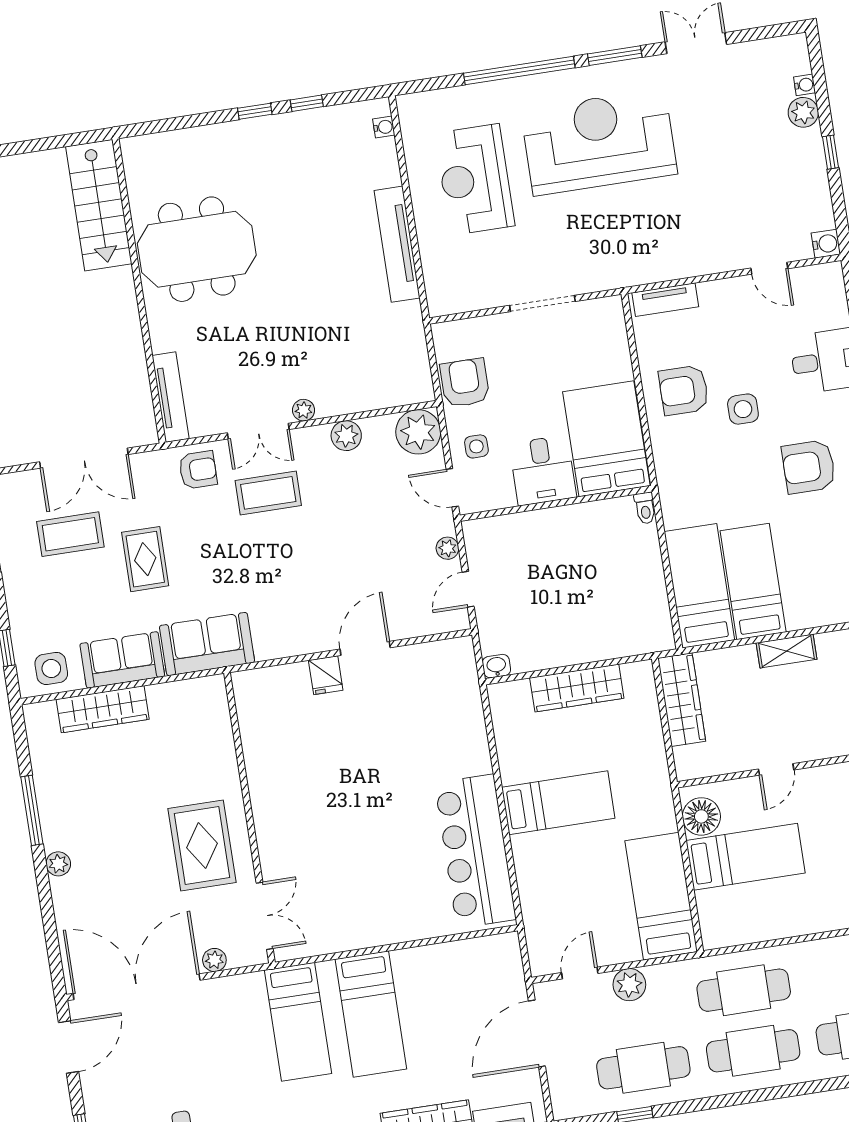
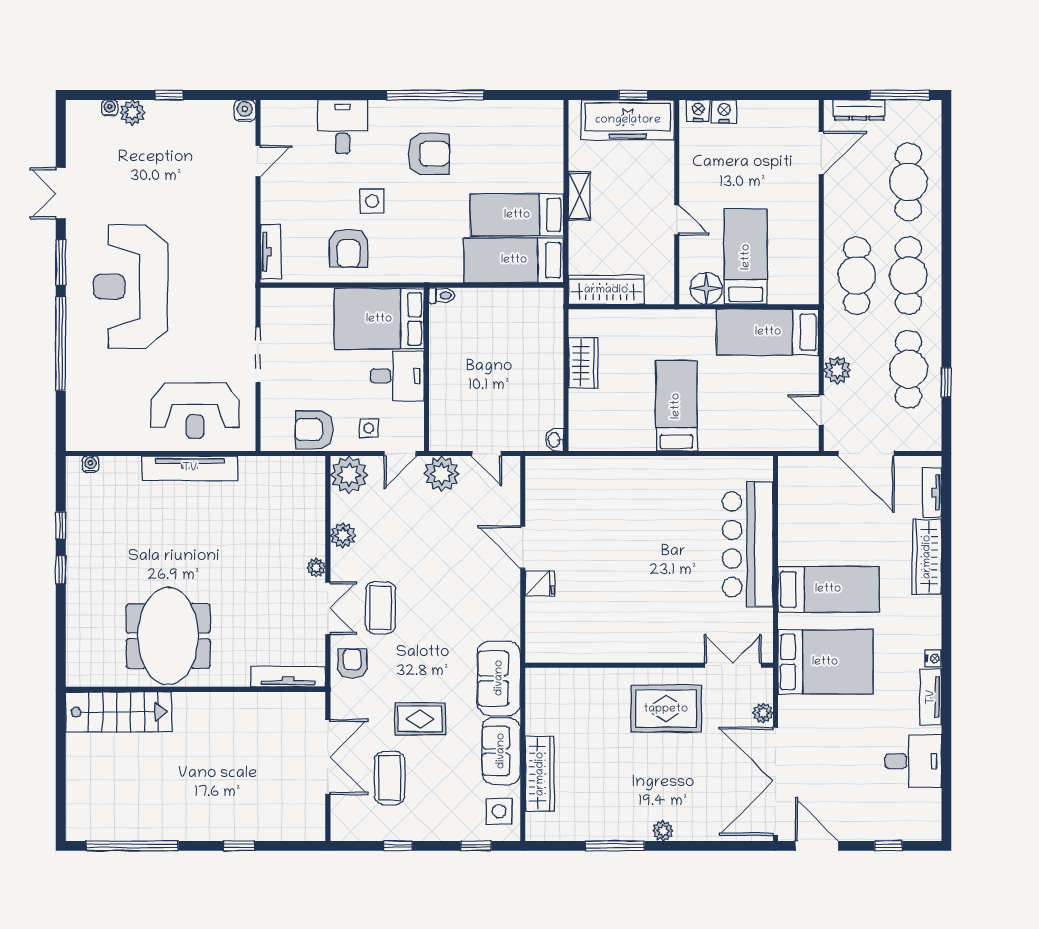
reception desk: (475, 180) -> (195, 411), moved
armchair: (809, 467) -> (429, 154), turned -90
plant: (447, 548) -> (442, 474), width x1.87, depth x1.87
wardrobe: (577, 688) -> (583, 363), width x0.67
bar counter: (475, 851) -> (748, 544), moved, turned 90
bed: (298, 1022) -> (825, 662), width x1.50

